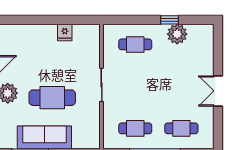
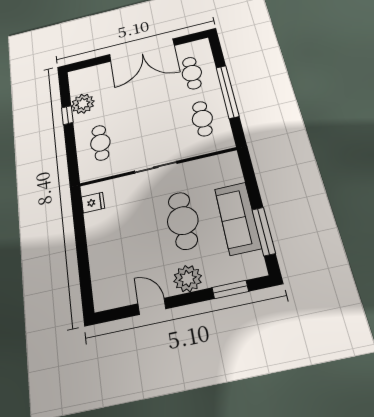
fridge: (65, 32) -> (93, 203), moved
double door: (218, 91) -> (142, 50), width x1.87

